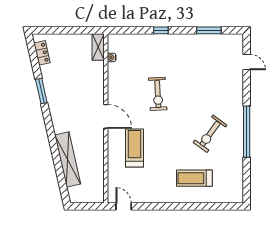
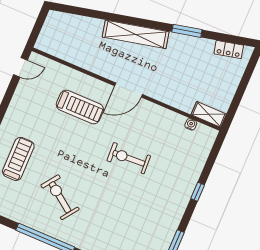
shelving: (68, 159) -> (136, 34), moved

